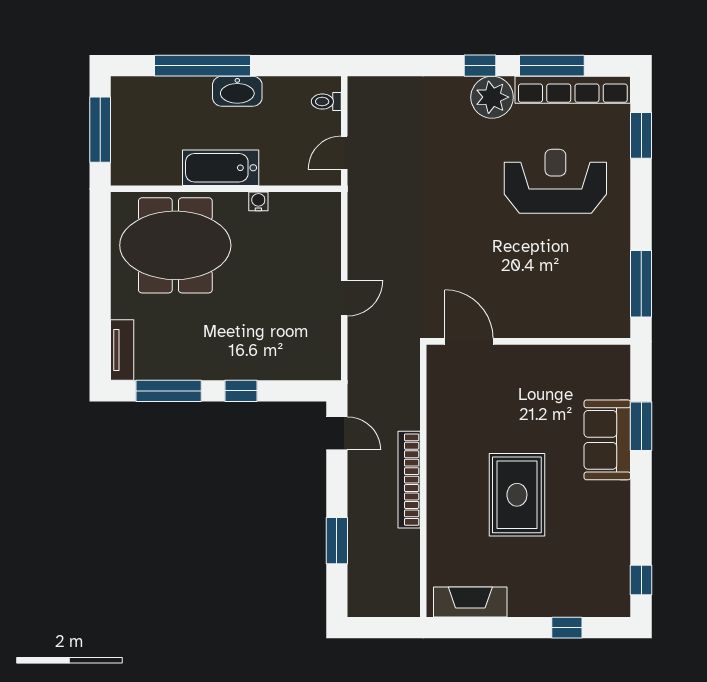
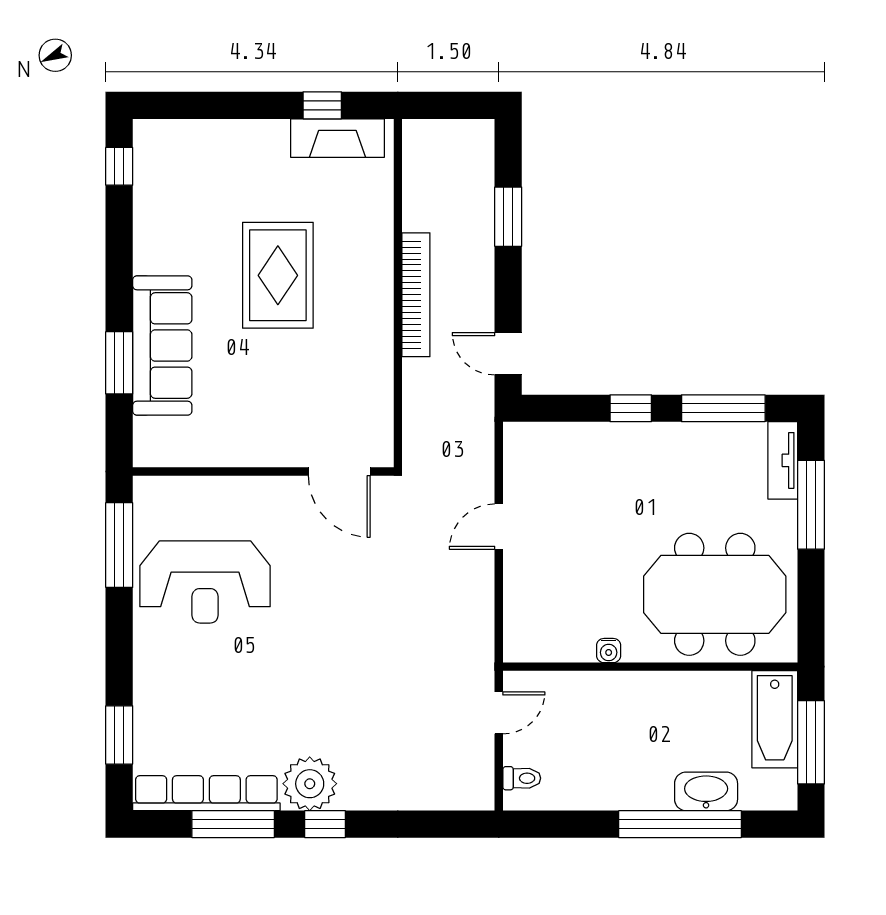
washbasin: (237, 91) -> (706, 791), moved
bathtub: (221, 168) -> (775, 719), moved, turned 90
reception desk: (555, 181) -> (205, 582), moved
window: (100, 315) -> (811, 505), added
sofa: (607, 440) -> (162, 346), width x1.36
window: (567, 628) -> (322, 105), moved

